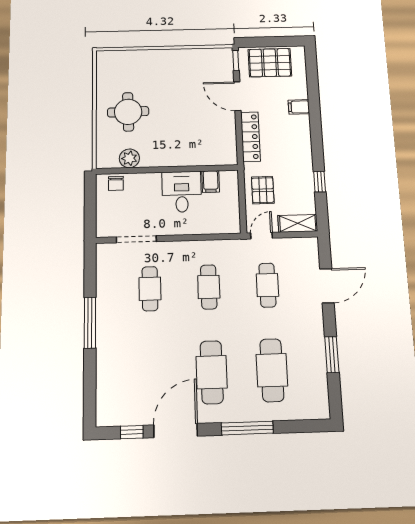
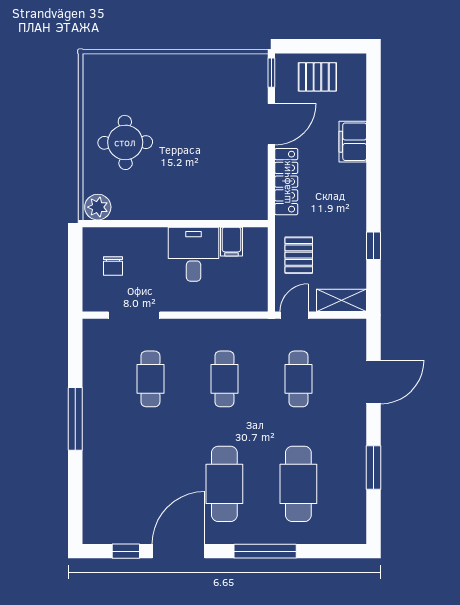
pallet: (270, 63) -> (317, 77), width x0.67, depth x0.71
door: (237, 96) -> (271, 124), swing flipped
filing cabinet: (299, 107) -> (353, 142), width x2.00
plant: (129, 158) -> (98, 207), moved
chair: (116, 183) -> (113, 266), moved

